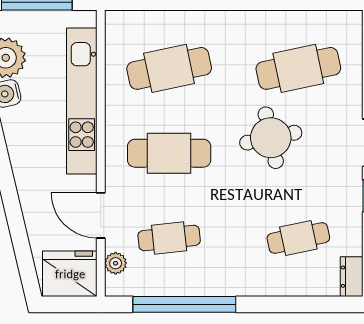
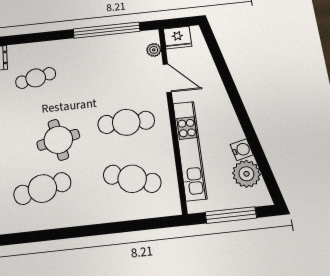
cafe table: (169, 68) -> (132, 179), turned 30
cafe table: (169, 238) -> (121, 69), removed
fridge: (70, 274) -> (178, 38), width x0.73, depth x0.75

